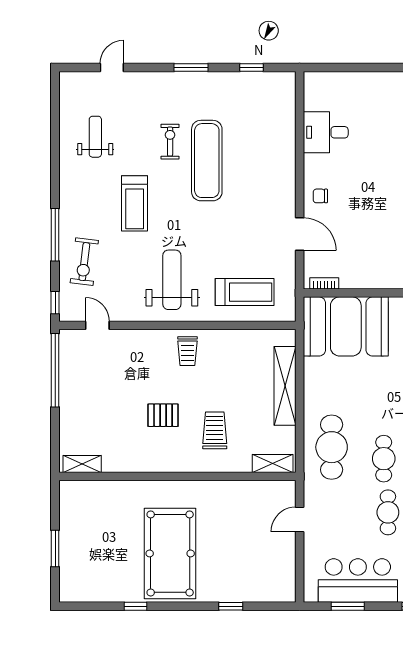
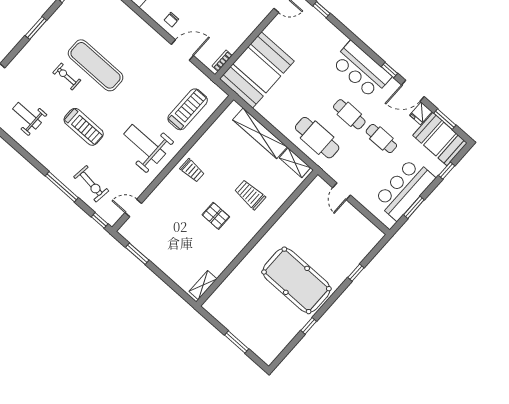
window: (55, 370) -> (137, 254), width x0.47
pallet: (163, 415) -> (216, 216), turned 90
shelving: (273, 463) -> (295, 163), moved, turned 90

